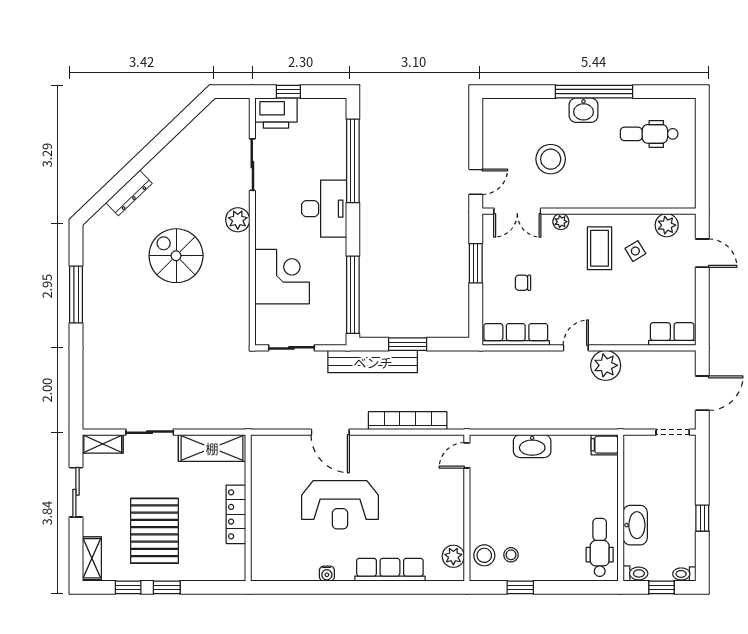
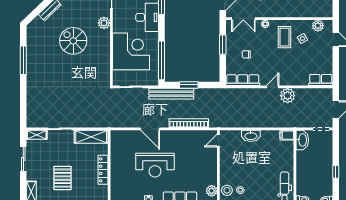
corner desk: (282, 277) -> (131, 51), width x1.36, depth x1.36
washbasin: (635, 525) -> (302, 140), moved
pallet: (154, 531) -> (62, 178), width x0.73, depth x0.71

